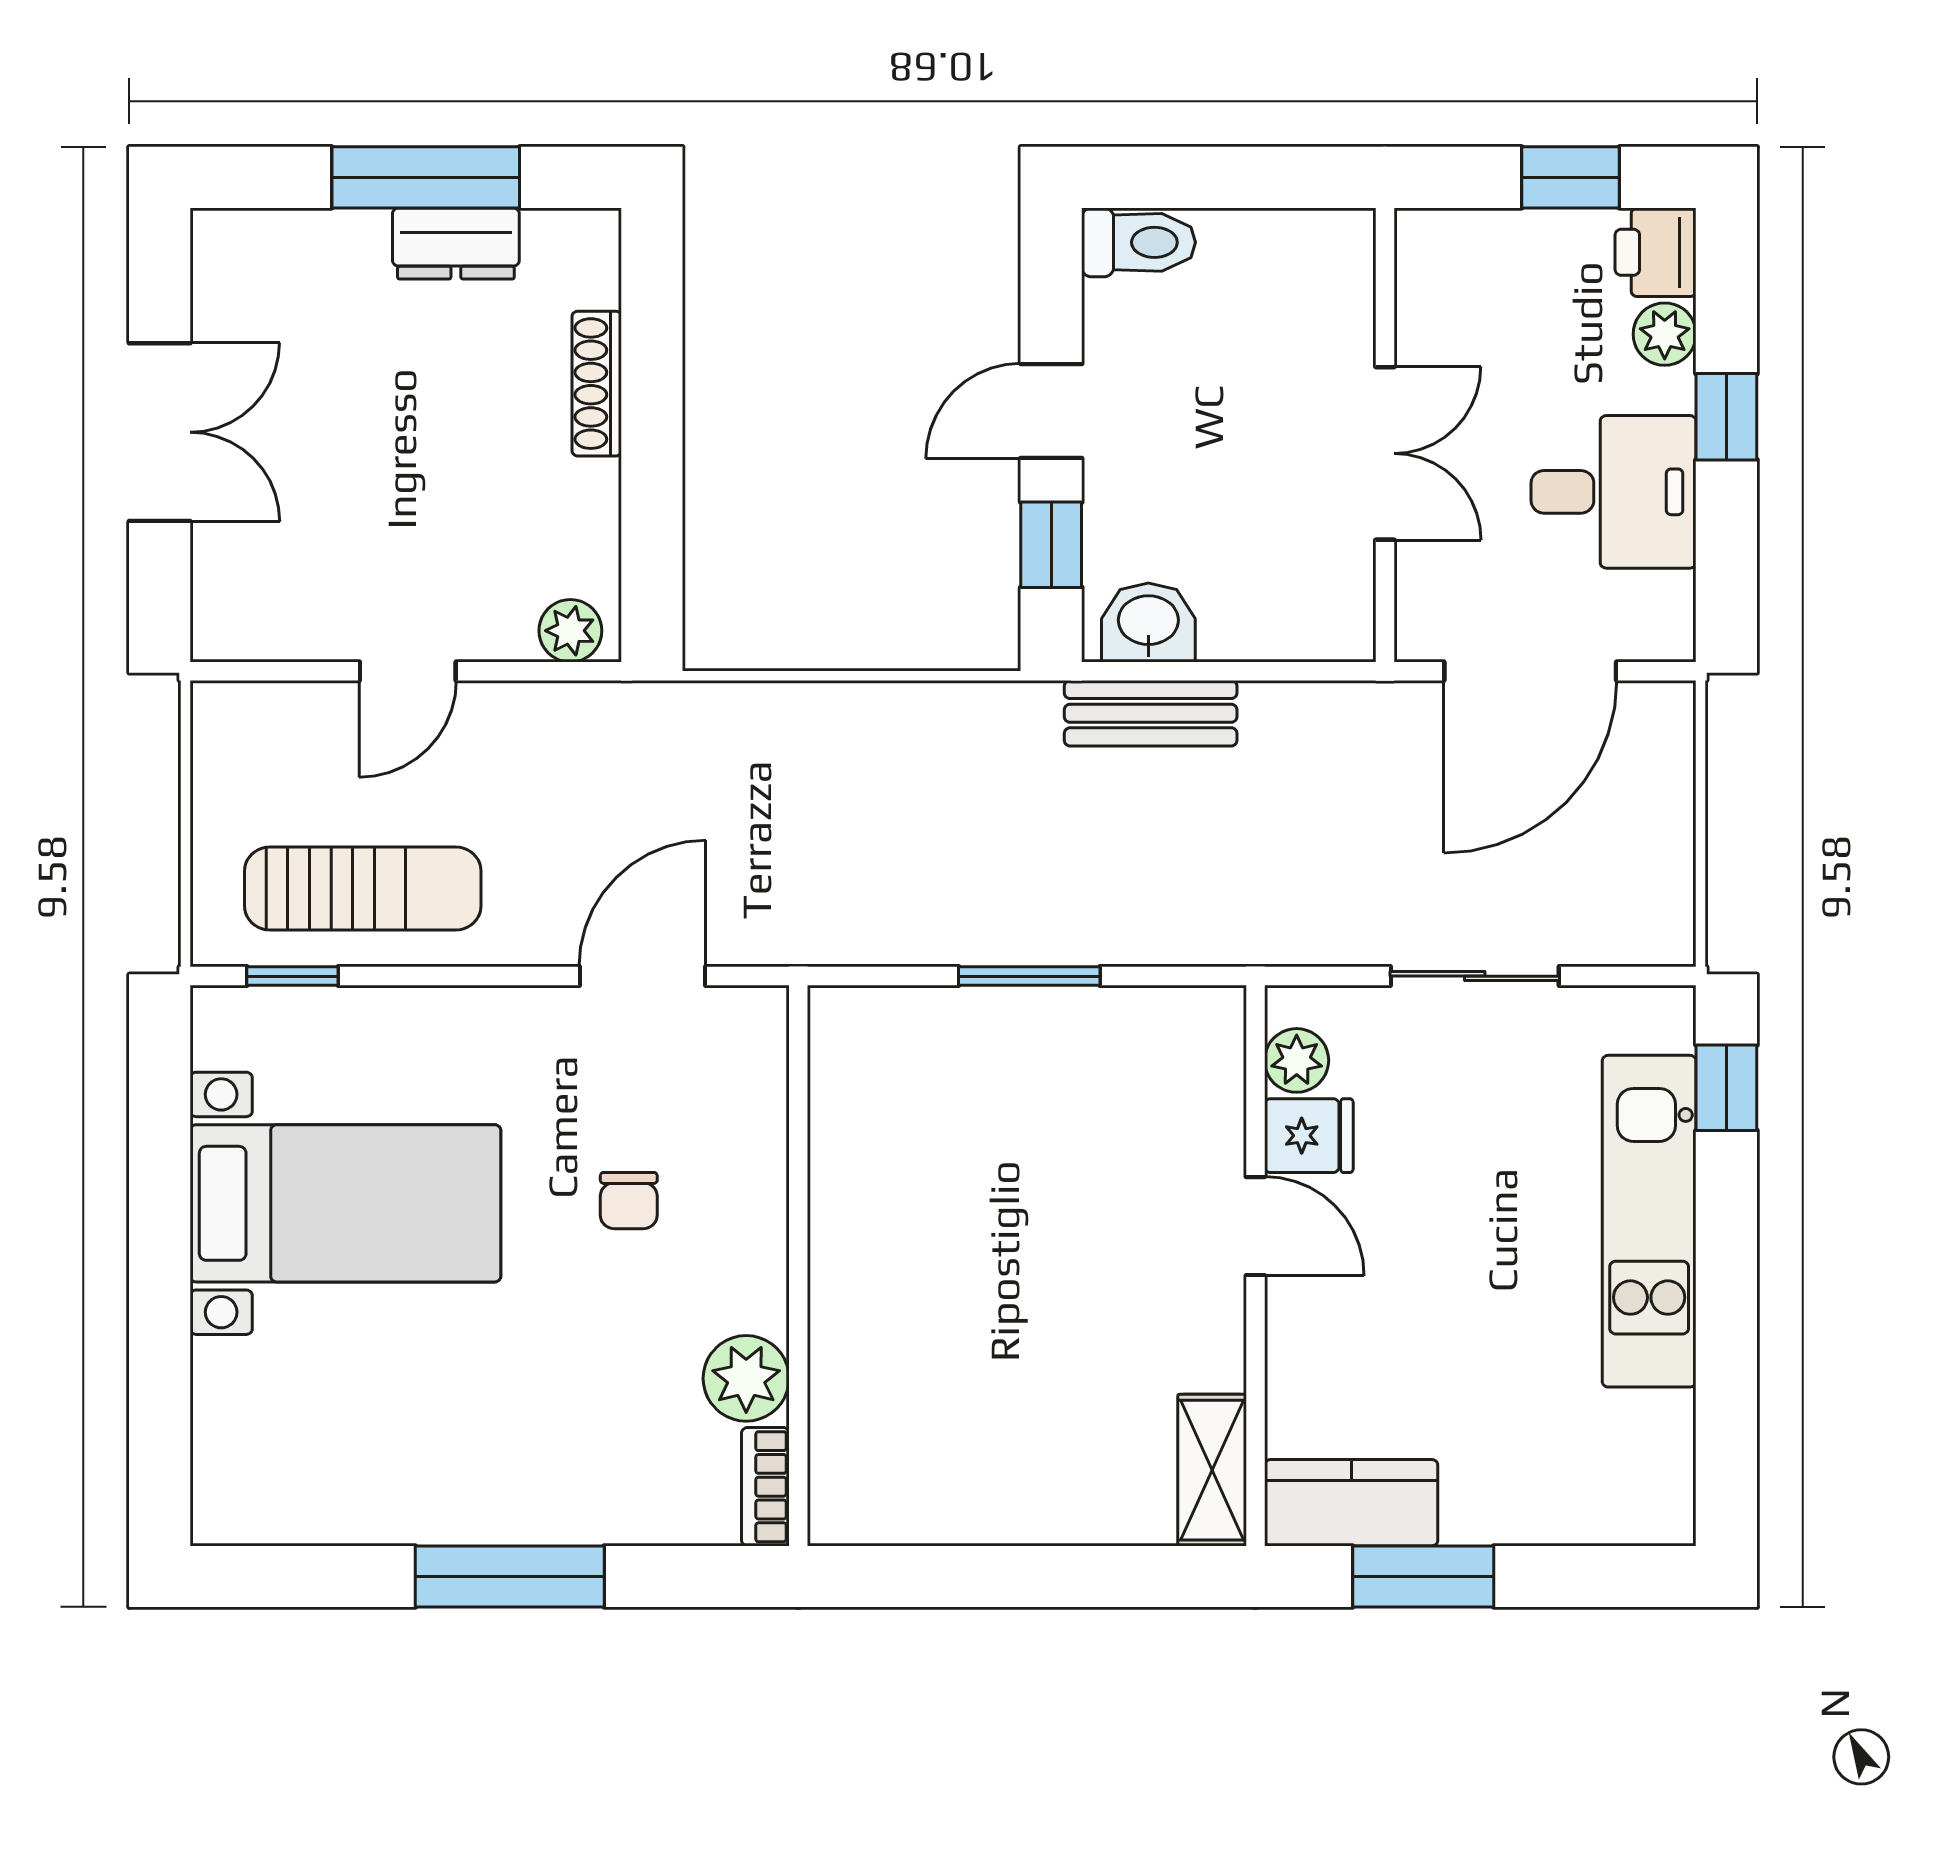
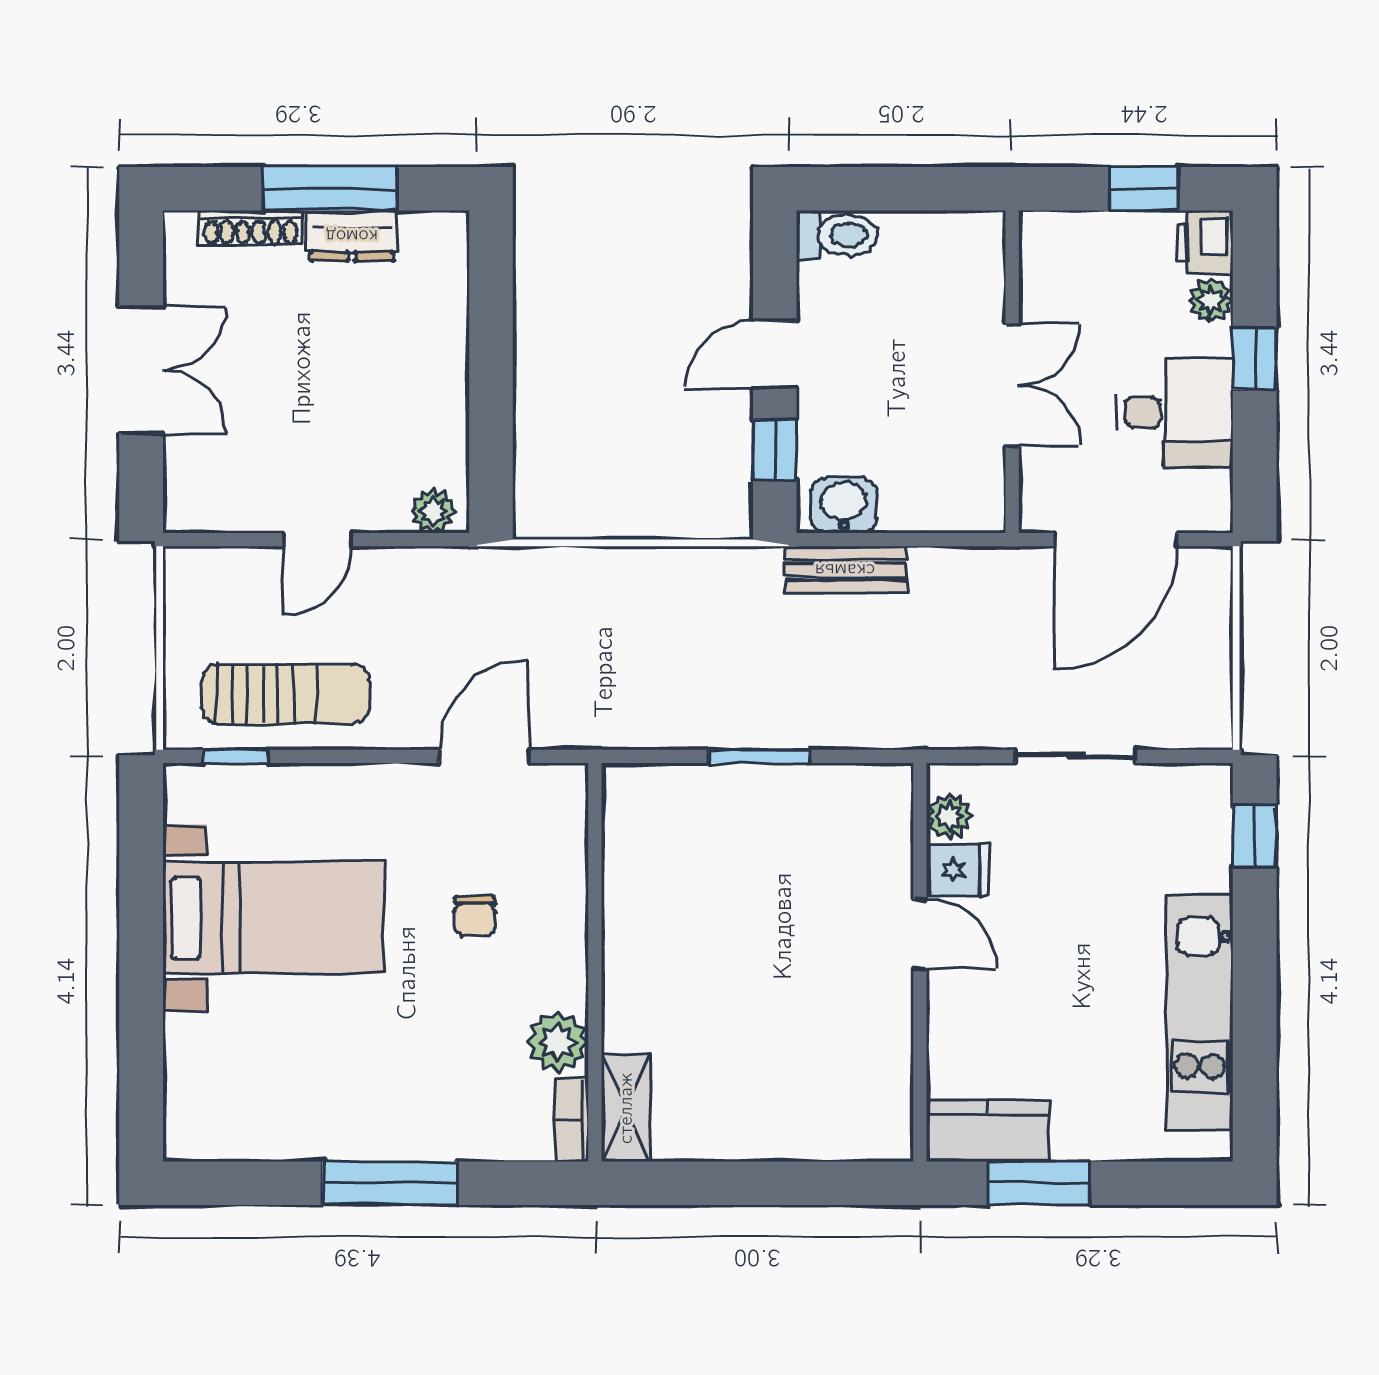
shoe rack: (597, 384) -> (251, 228), moved, turned -90
kitchen unit: (1649, 1221) -> (1200, 1012), moved
shelving: (1212, 1470) -> (626, 1108), moved

